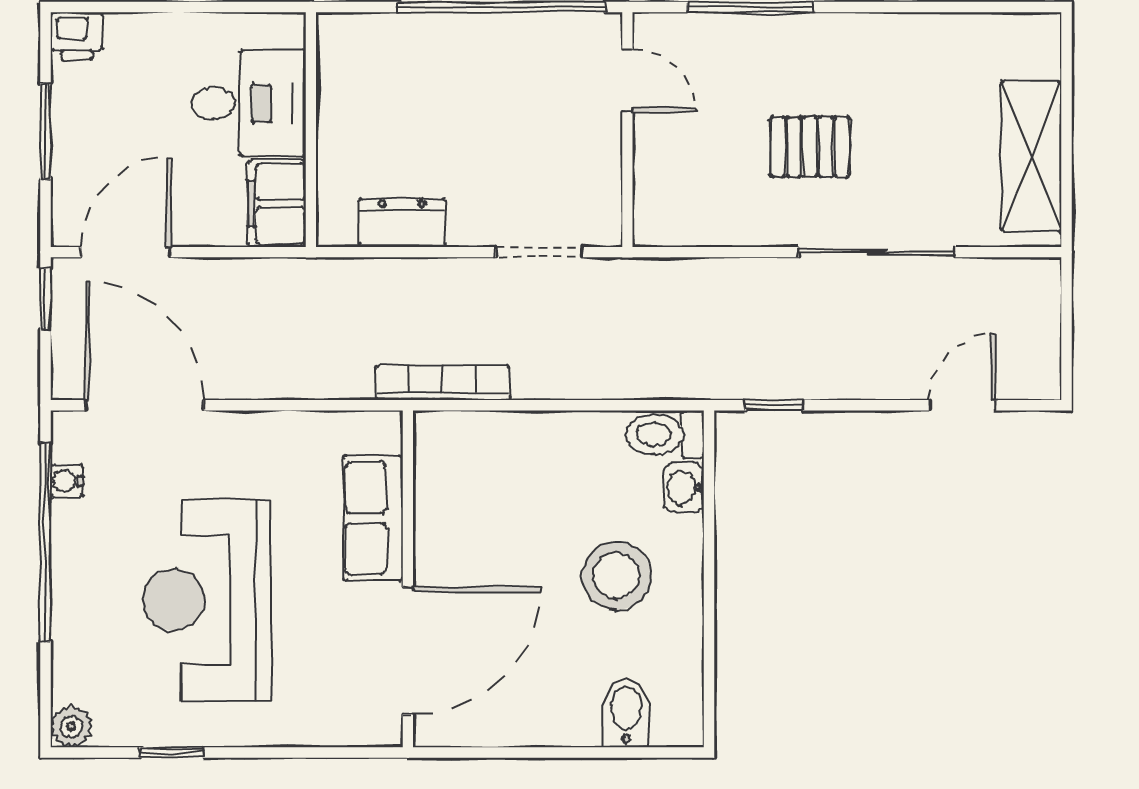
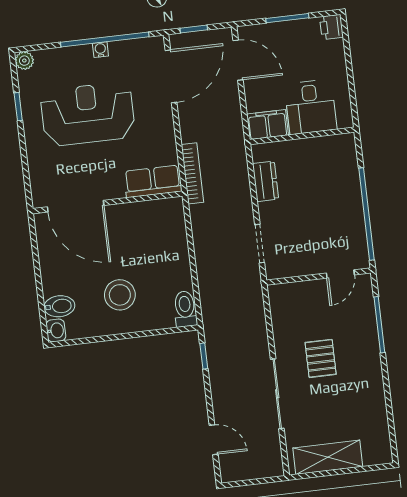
window: (45, 299) -> (194, 29), moved
bookcase: (443, 383) -> (192, 173), moved
water cooler: (67, 481) -> (100, 50), moved
washbasin: (684, 487) -> (56, 331), moved, turned 90
row of seats: (373, 518) -> (153, 181), moved

